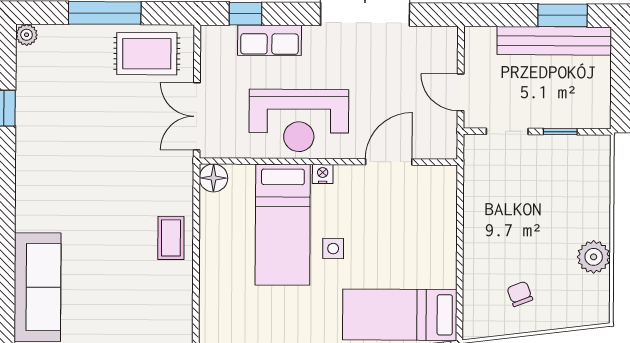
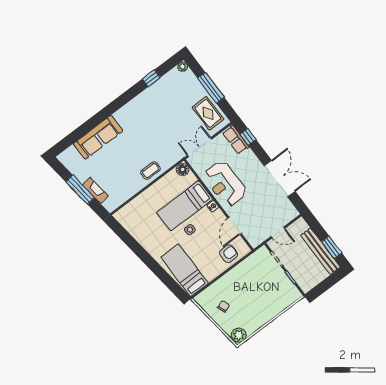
row of seats: (270, 40) -> (236, 140), moved
door: (461, 92) -> (278, 232), swing flipped
door: (389, 162) -> (235, 226), swing flipped
armchair: (431, 212) -> (228, 254), added
plant: (594, 257) -> (239, 335), moved

